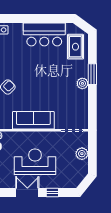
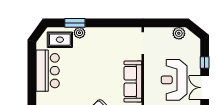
window: (92, 74) -> (75, 23), moved
plant: (82, 83) -> (80, 33), moved
plant: (82, 154) -> (179, 33), moved

